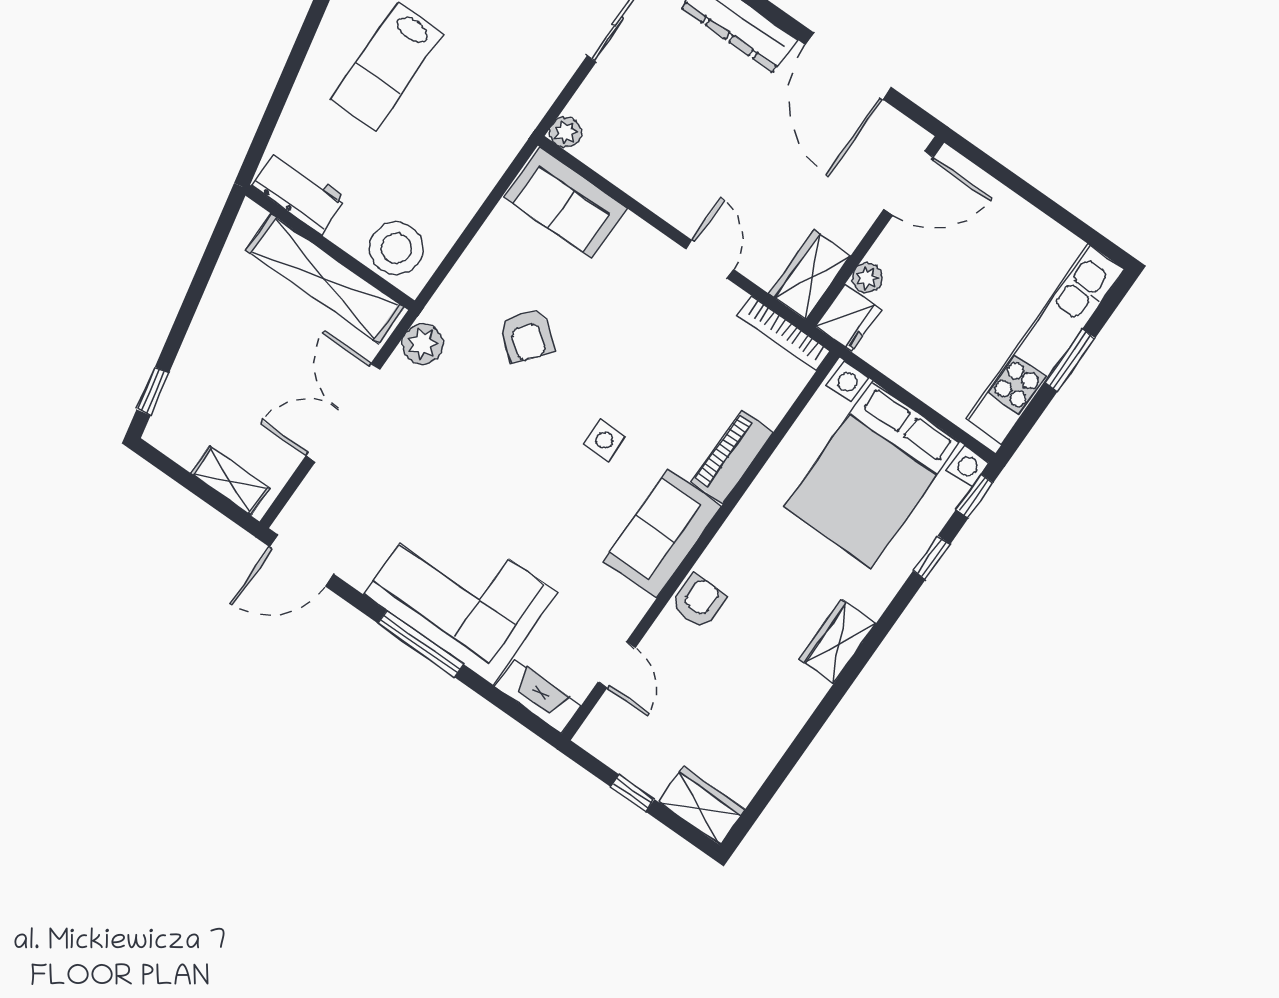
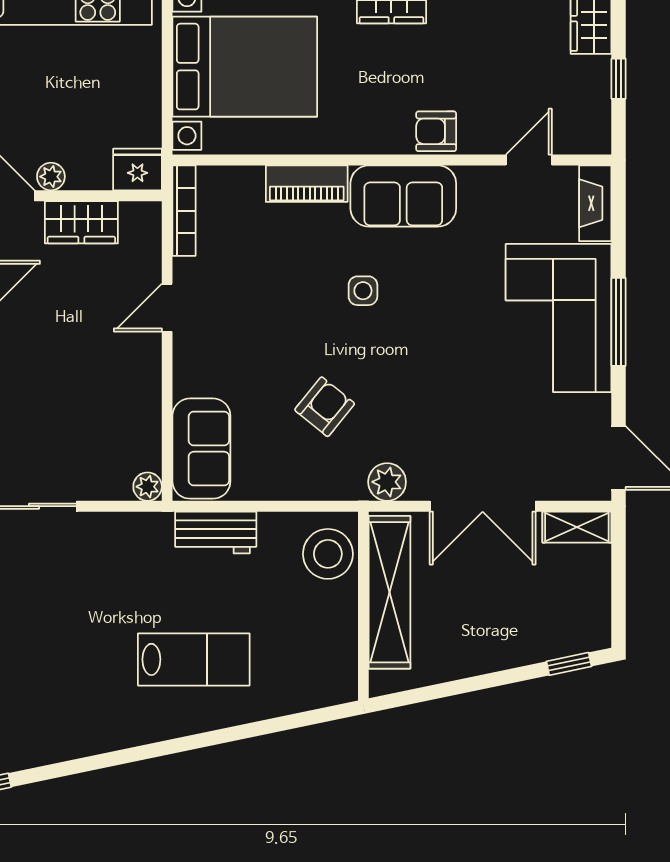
workbench: (299, 192) -> (216, 533), moved, turned -90
wardrobe: (810, 275) -> (81, 222), moved
plant: (867, 278) -> (51, 177), moved
shelving: (230, 481) -> (577, 527), moved, turned 90

